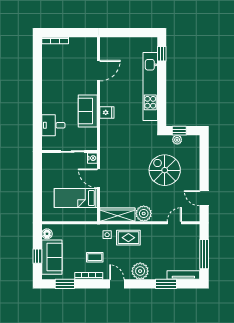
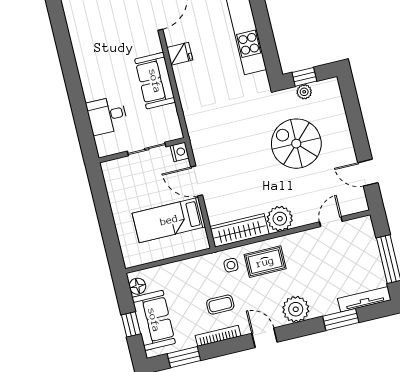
fridge: (107, 112) -> (180, 54), moved

